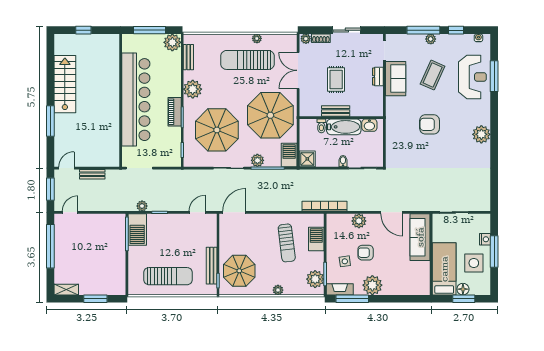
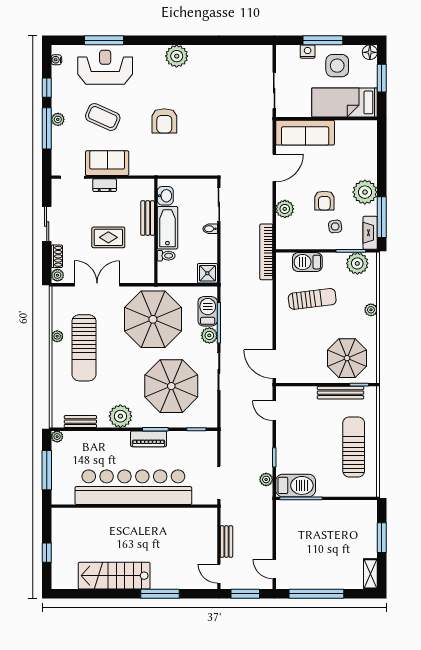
plant: (172, 42) -> (57, 437), width x0.53, depth x0.53
double door: (298, 70) -> (97, 285), swing flipped
bench: (336, 111) -> (148, 218), moved
barbecue: (289, 155) -> (208, 311), moved, turned 90
floor lamp: (463, 289) -> (370, 52), moved

